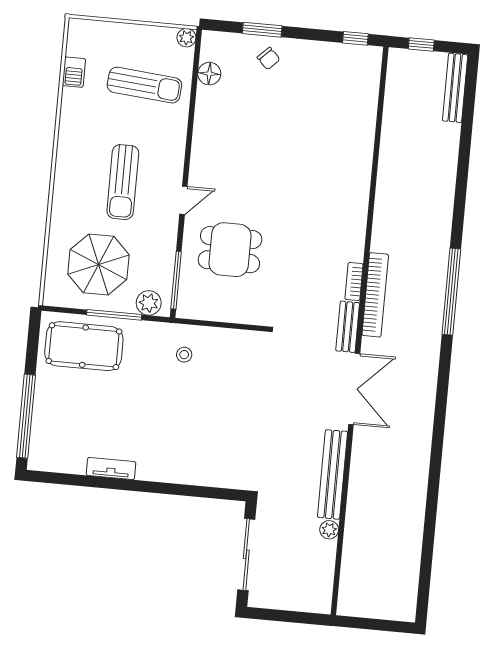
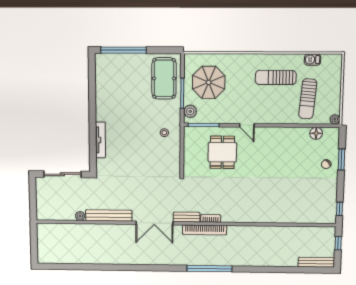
sun lounger: (123, 182) -> (276, 77), moved
tv unit: (111, 468) -> (100, 140), moved, width x1.41

